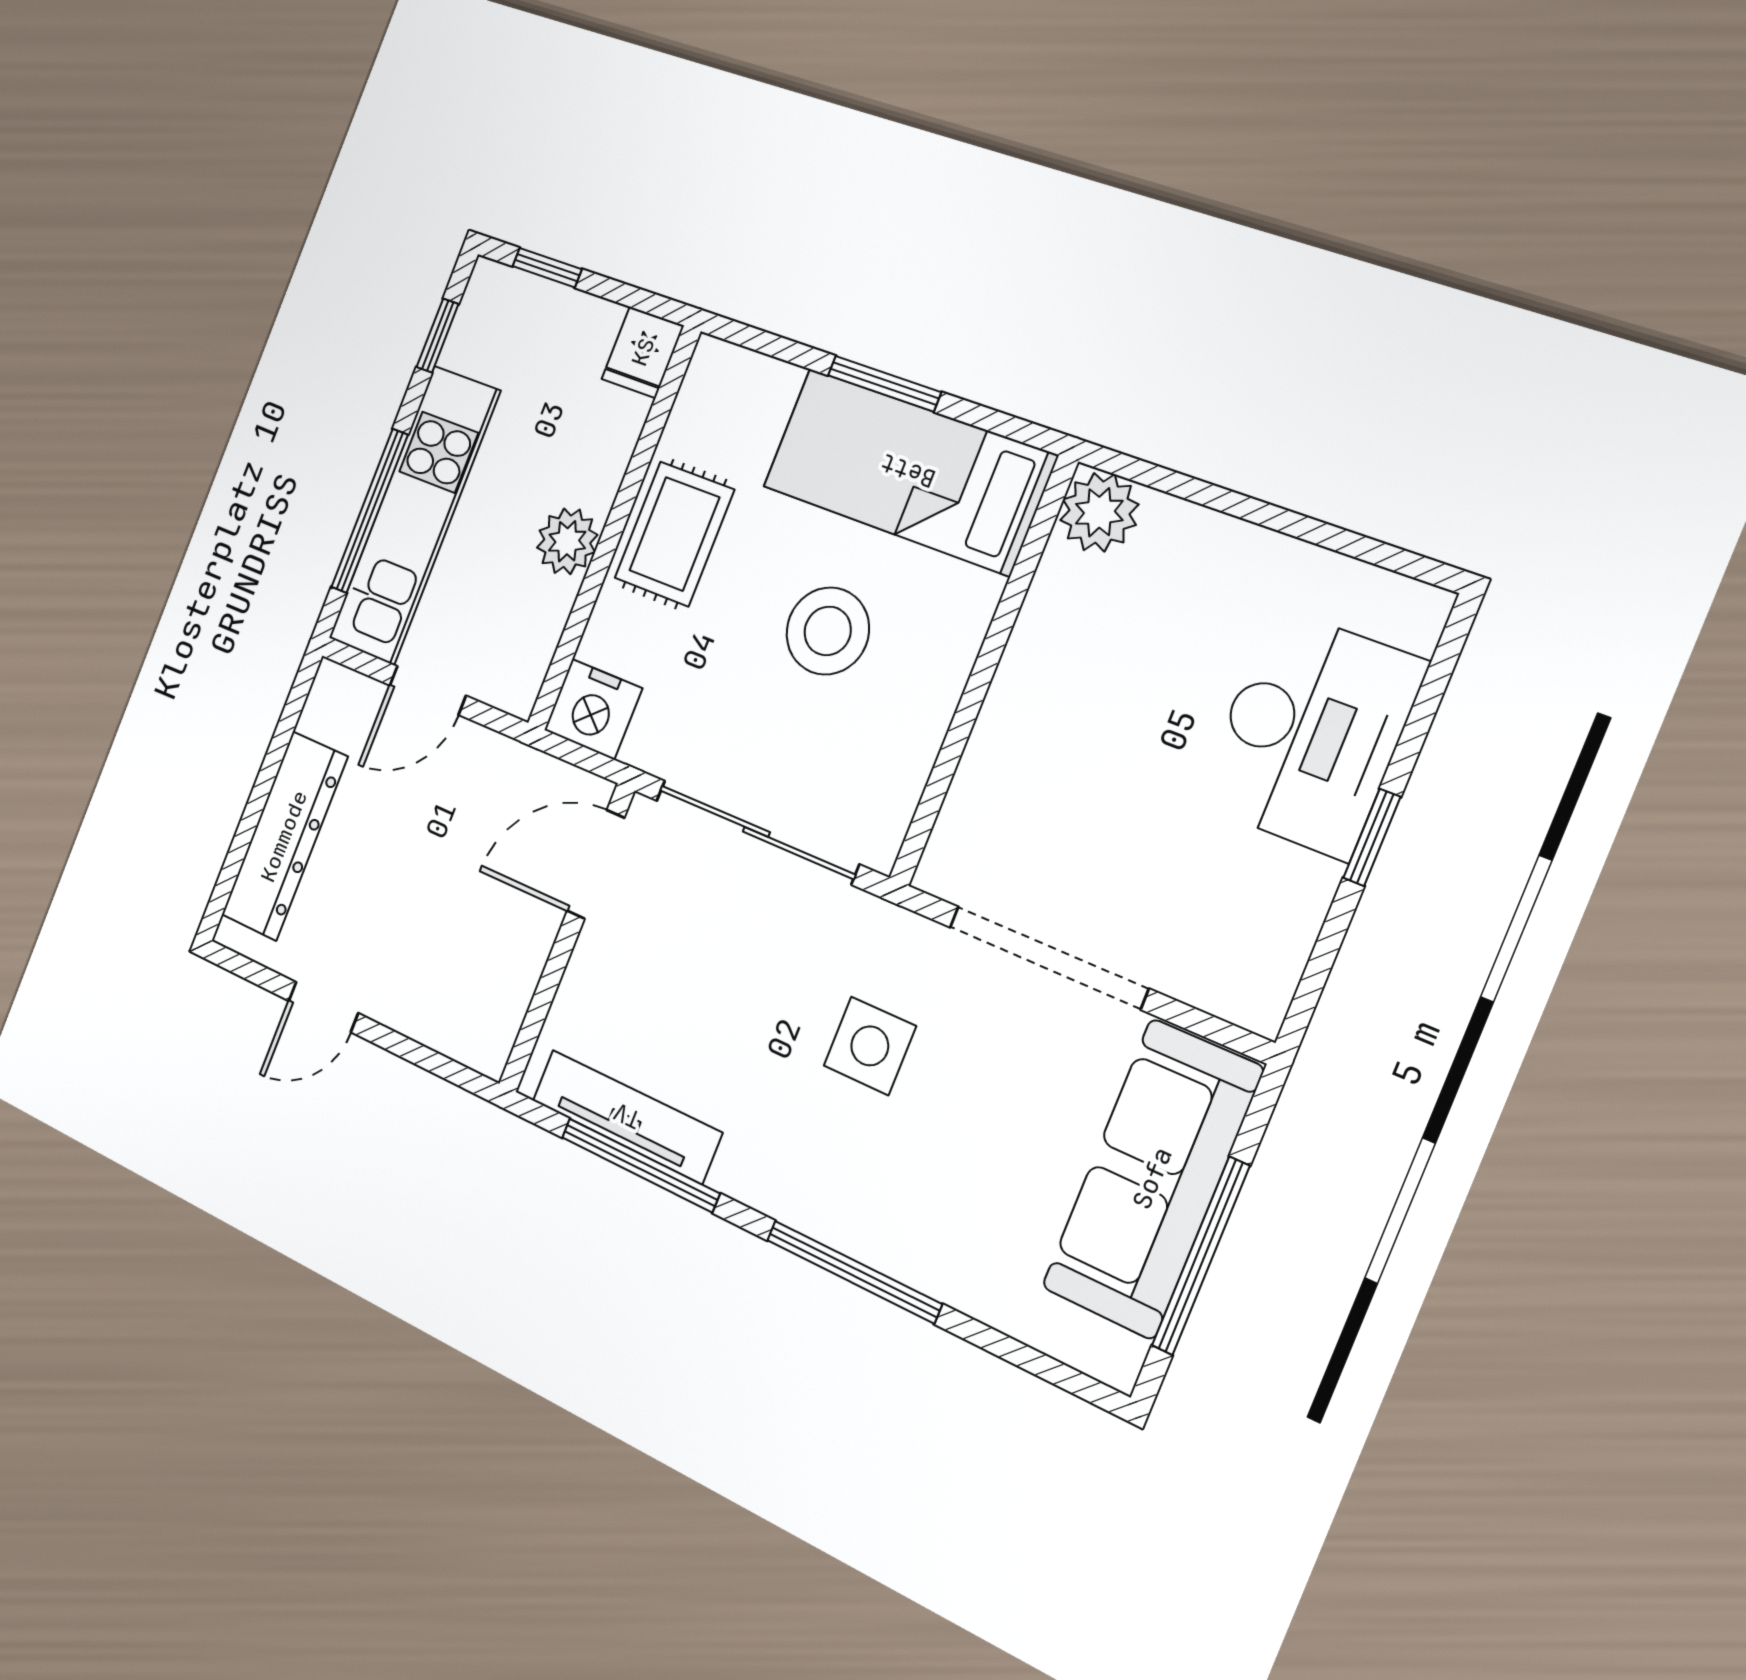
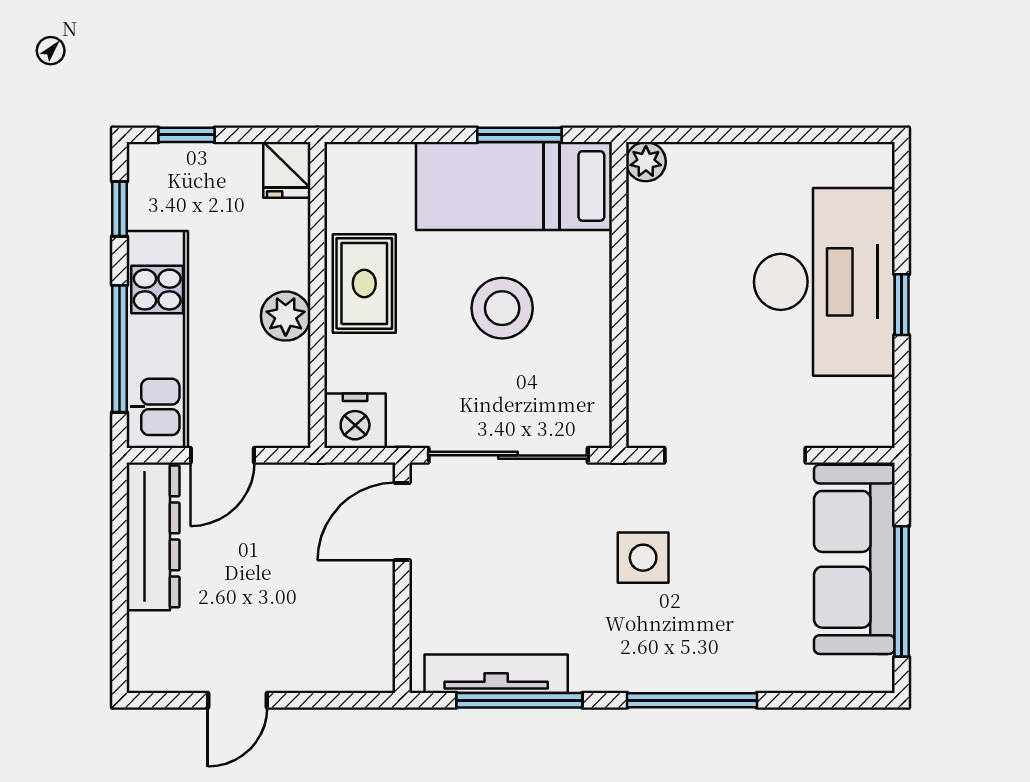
window: (884, 384) -> (519, 135), moved
plant: (1099, 512) -> (646, 162), width x0.73, depth x0.73
desk: (1311, 733) -> (824, 282), width x1.36, depth x1.30
dresser: (284, 836) -> (153, 536), moved

